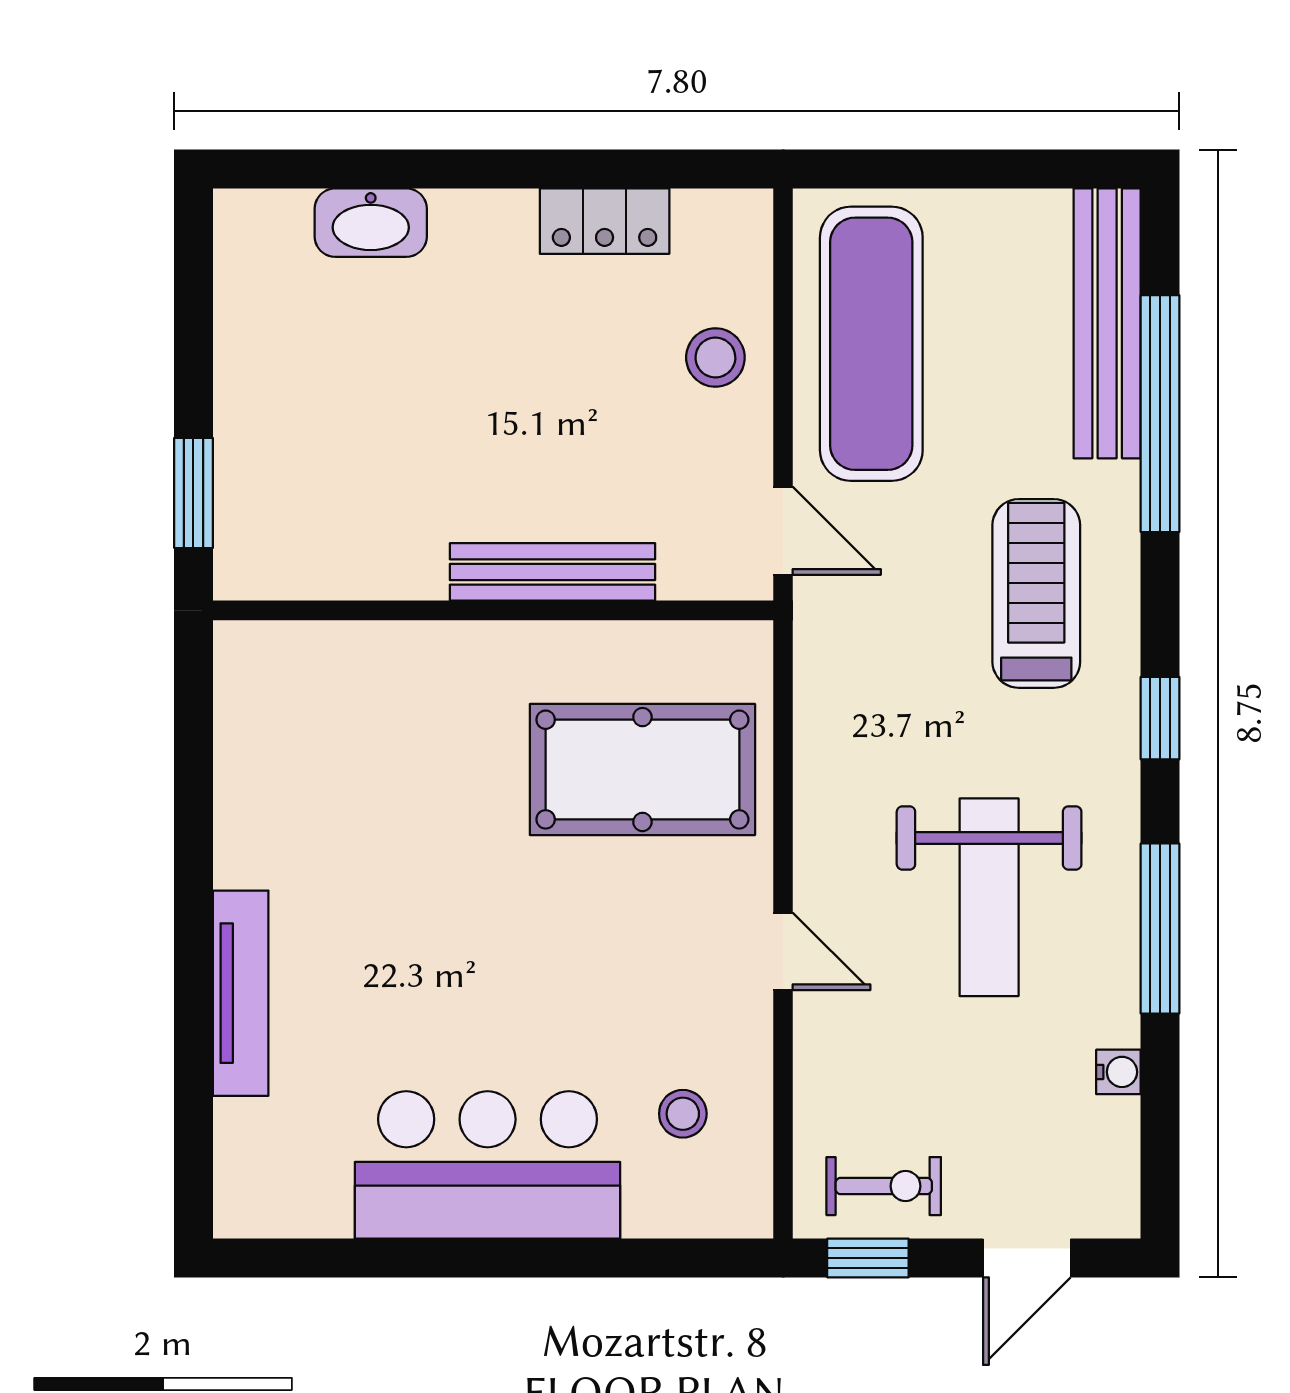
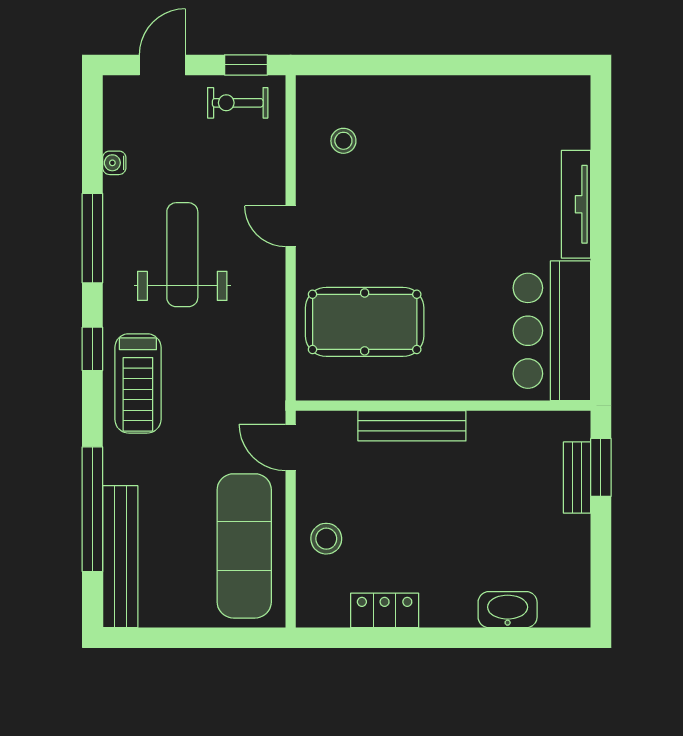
bench: (239, 474) -> (577, 478), added
treadmill: (1036, 593) -> (138, 383), moved
bar counter: (488, 1165) -> (552, 331), moved, turned 90

